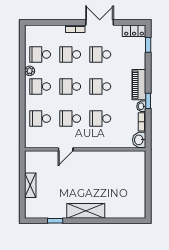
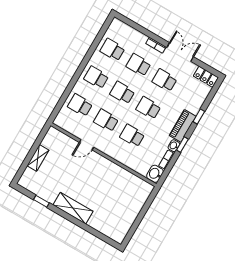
window: (148, 45) -> (199, 117), moved
plant: (30, 71) -> (95, 59), removed

